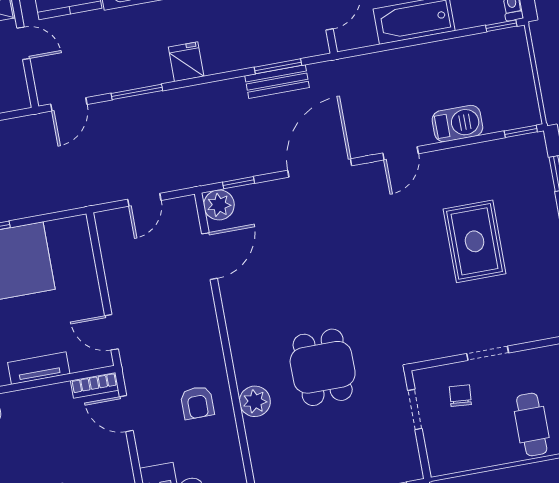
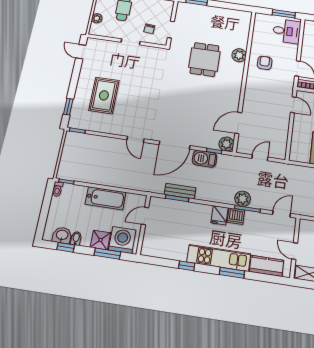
dishwasher: (154, 71) -> (236, 216), added
plant: (152, 108) -> (243, 199), added
barbecue: (457, 124) -> (205, 159), moved
door: (401, 153) -> (135, 139), swing flipped
rug: (475, 241) -> (104, 95), moved

